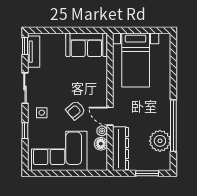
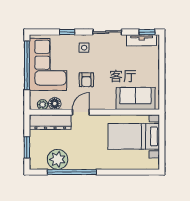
sofa: (86, 45) -> (136, 98), moved, turned 90
armchair: (76, 110) -> (86, 80), turned -140
plant: (102, 131) -> (42, 105), moved
window: (60, 173) -> (27, 65), added

